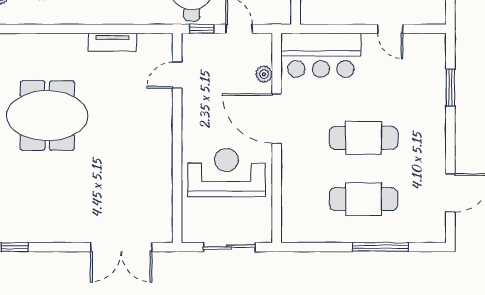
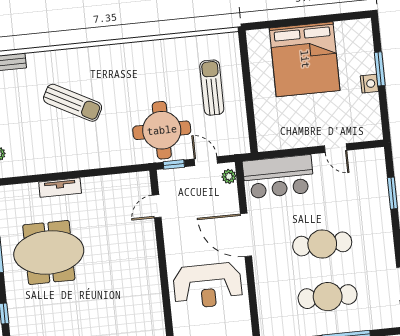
tv unit: (112, 42) -> (60, 188), moved
plant: (264, 74) -> (229, 176), moved
reception desk: (226, 173) -> (208, 286), turned 180

